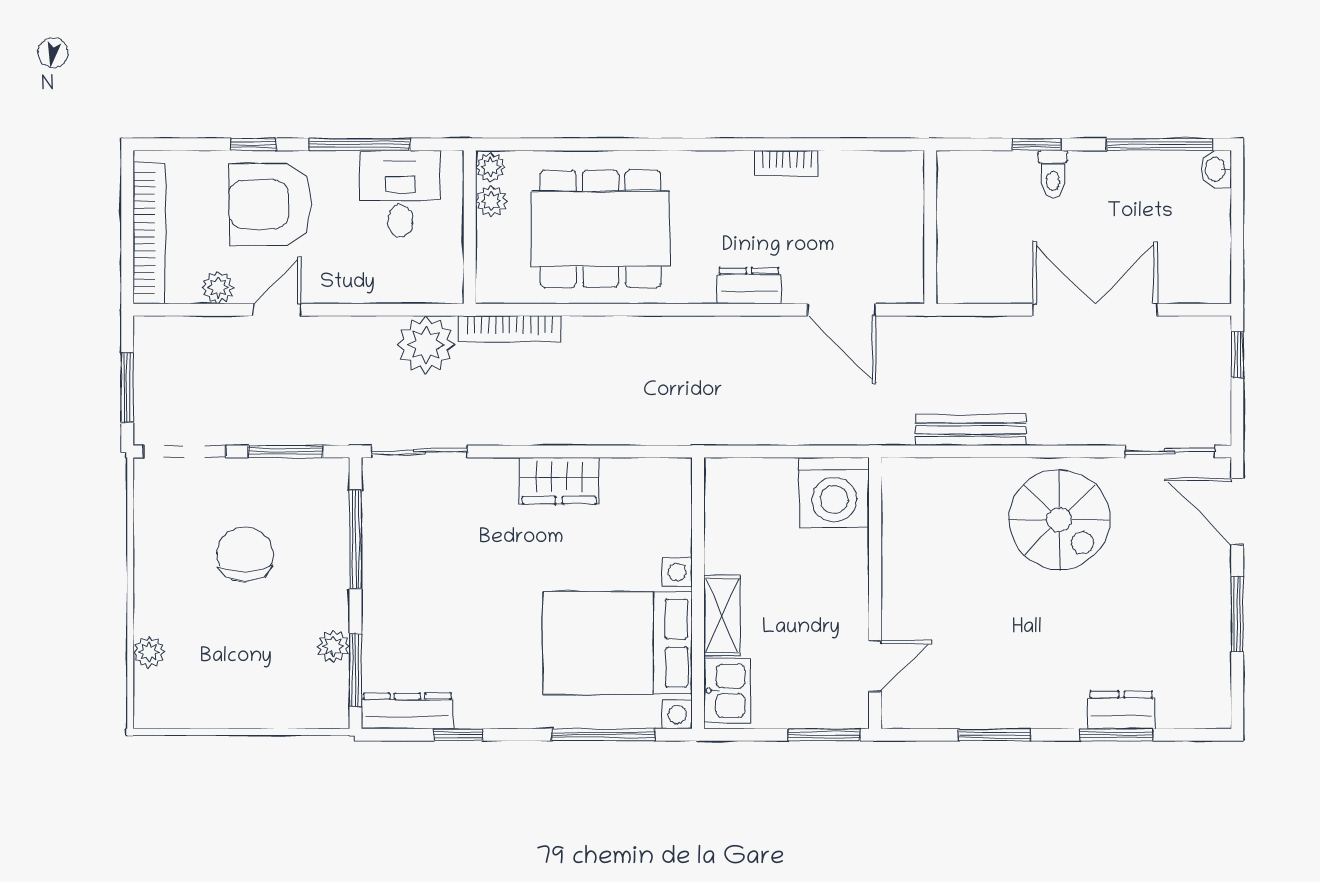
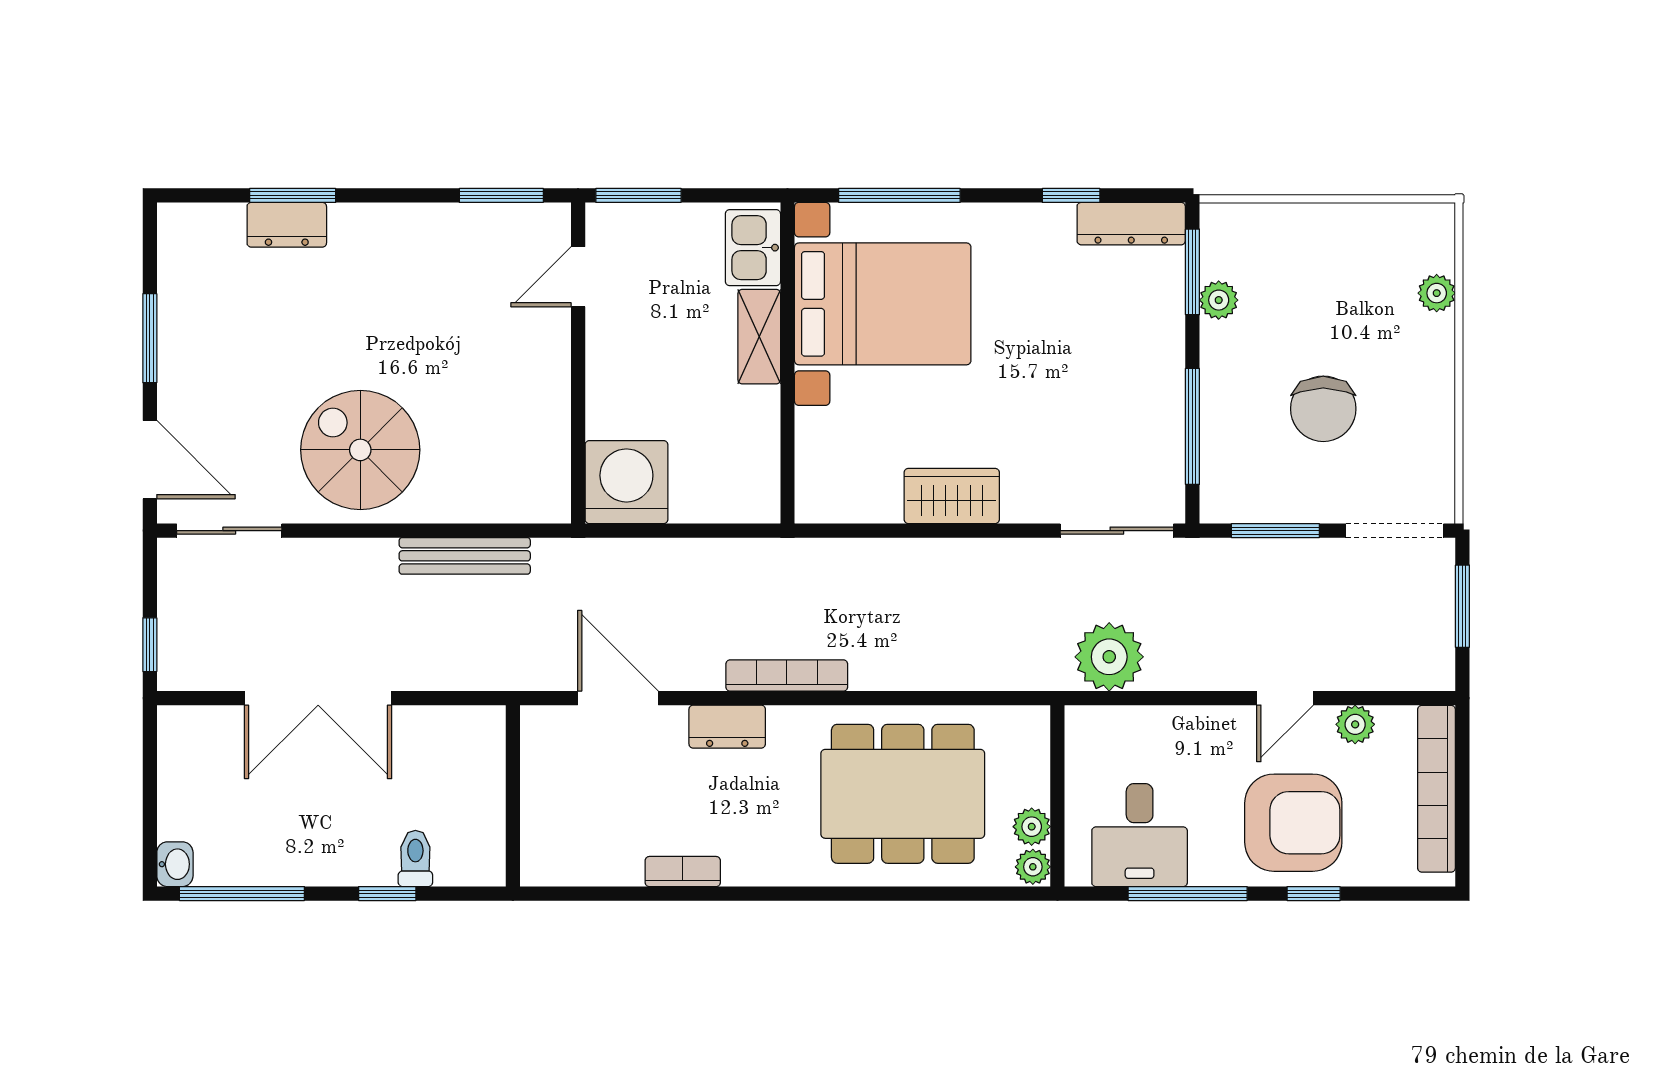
toilet: (1053, 174) -> (415, 858), moved
bookcase: (510, 329) -> (787, 676), moved
window: (995, 735) -> (501, 195), moved

